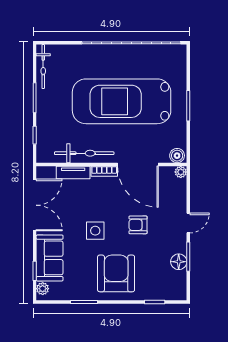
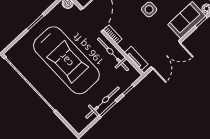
bicycle: (43, 67) -> (102, 103), moved, width x1.37, depth x1.40
tv unit: (73, 172) -> (136, 58), moved
double door: (35, 205) -> (166, 55), swing flipped

